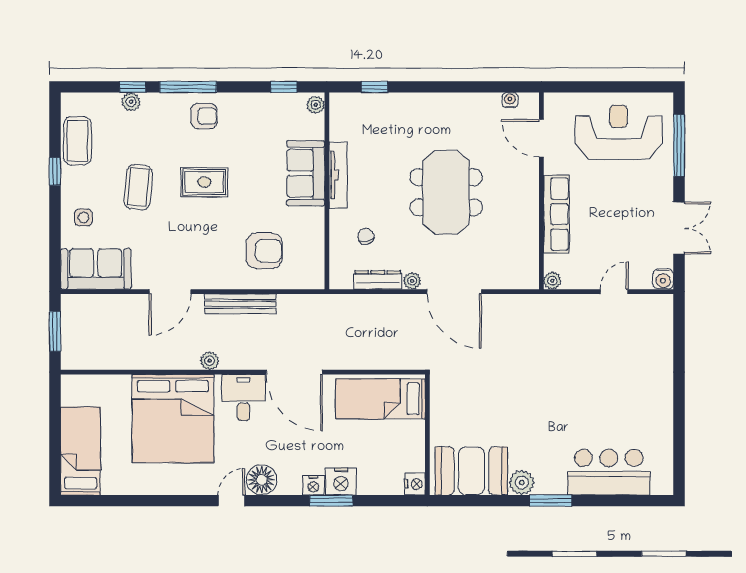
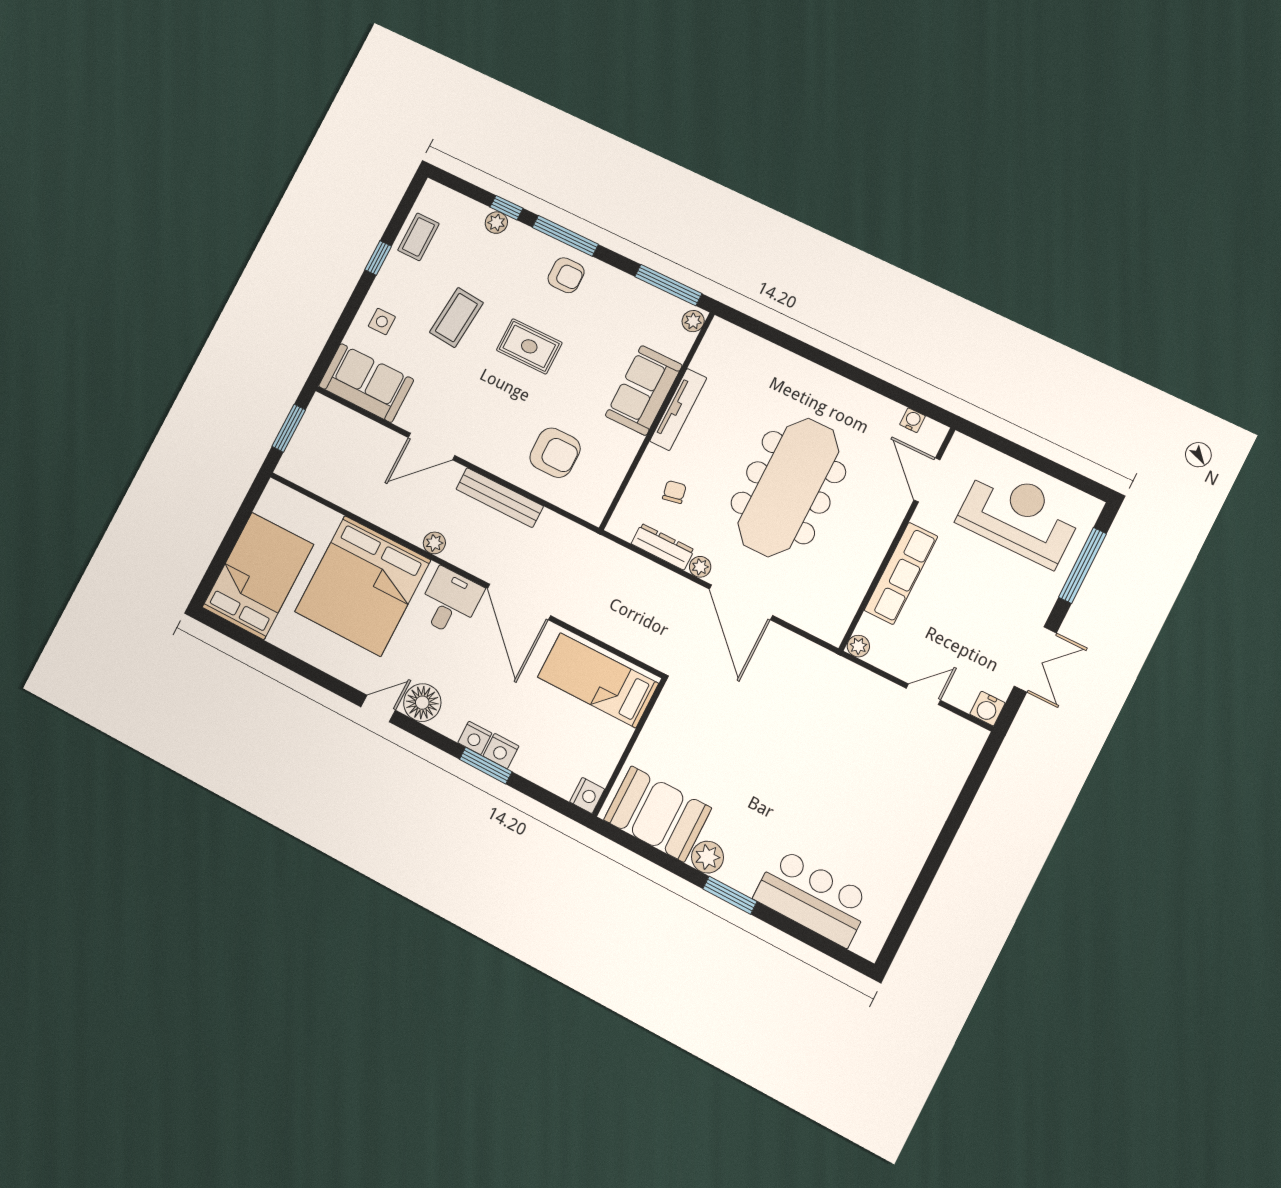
window: (284, 87) -> (668, 285), width x2.17
window: (374, 87) -> (768, 333), removed
coffee table: (77, 141) -> (418, 237), width x0.73, depth x0.77
meeting table: (446, 192) -> (788, 487), width x1.36
bed: (80, 451) -> (258, 576), width x1.50
nightstand: (341, 481) -> (501, 751), width x0.74, depth x0.75

